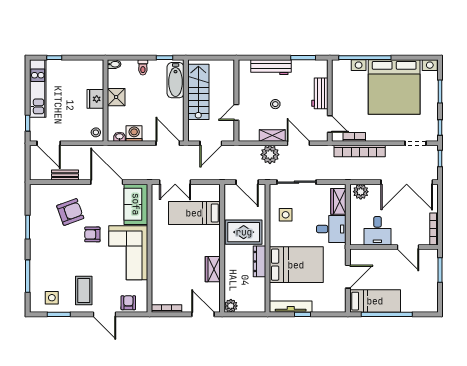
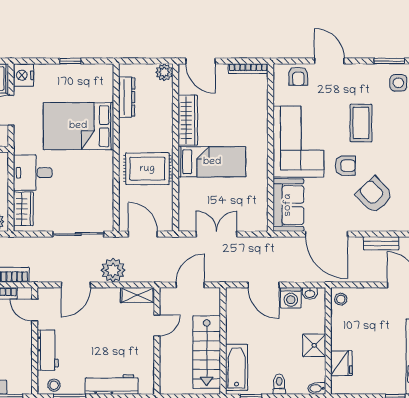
fridge: (95, 99) -> (341, 363), moved
stool: (275, 104) -> (54, 385), moved
shelving: (272, 135) -> (137, 295), moved
door: (168, 143) -> (264, 285), moved
door: (298, 143) -> (76, 285), hinge flipped
double door: (175, 182) -> (217, 234), moved
armchair: (70, 212) -> (374, 195), turned 66
bed: (194, 213) -> (212, 162), moved
side table: (286, 215) -> (92, 191), removed
dresser: (260, 261) -> (127, 97), moved
wardrobe: (213, 269) -> (188, 120), width x1.50
coffee table: (84, 291) -> (361, 123), moved
nightstand: (338, 303) -> (23, 75), added
tv unit: (291, 307) -> (86, 71), removed

